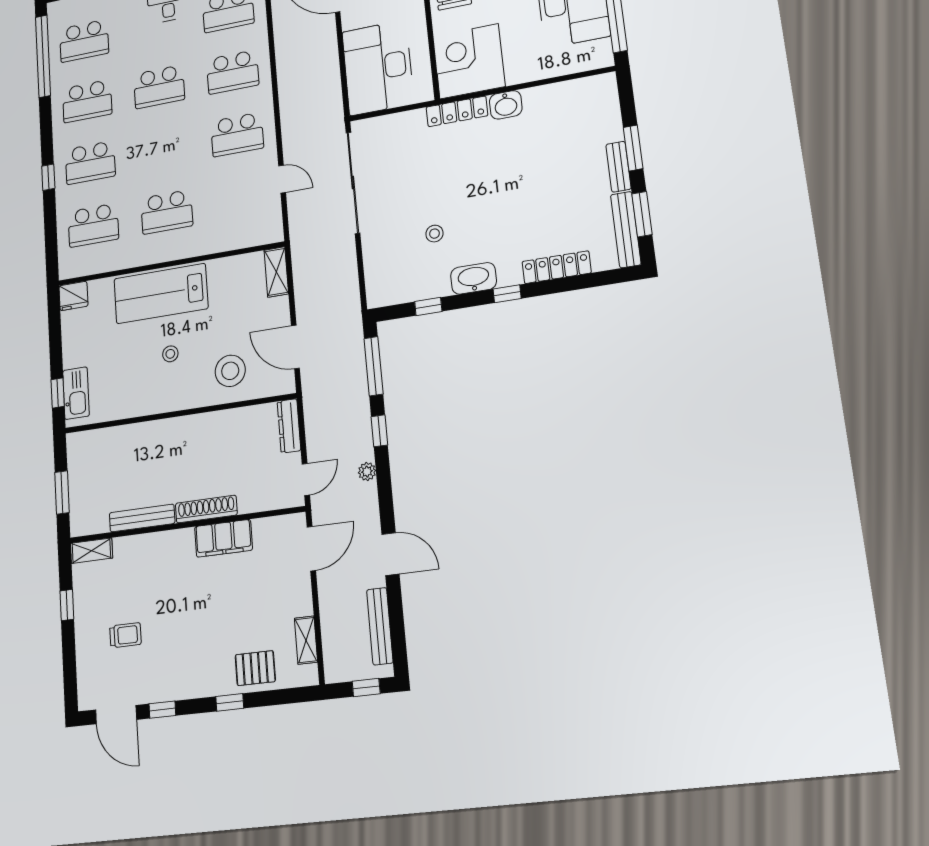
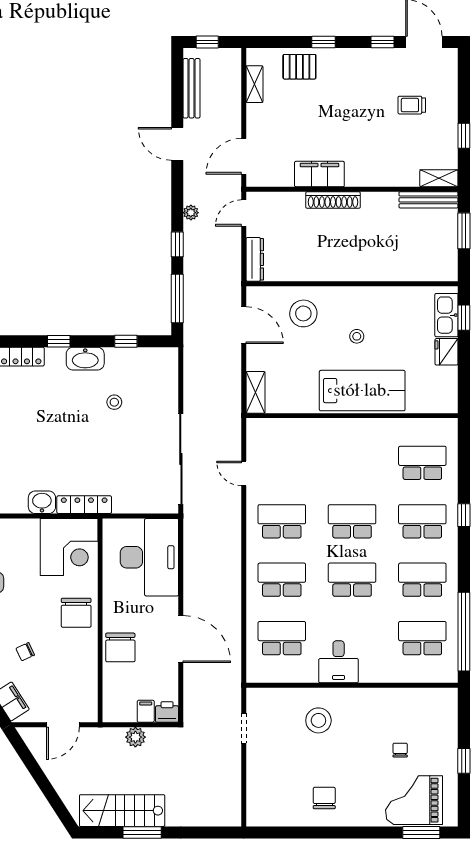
school desk: (167, 212) -> (352, 521), moved
fridge: (73, 296) -> (447, 352), moved, turned -90
bench: (142, 518) -> (428, 200), moved

